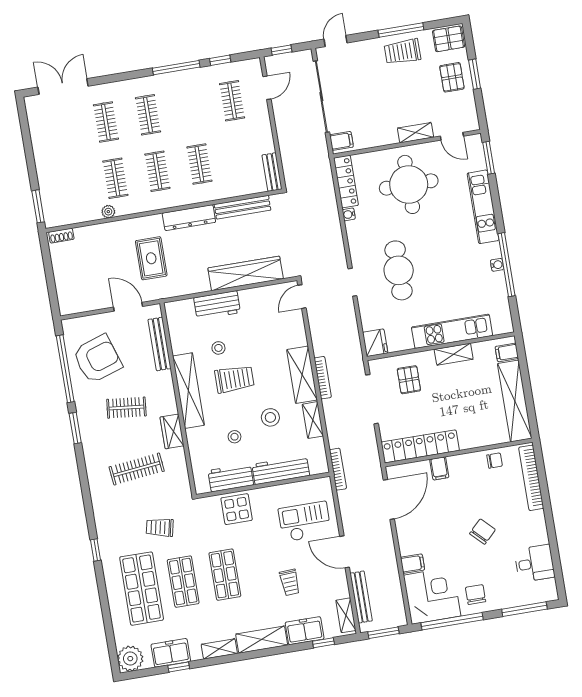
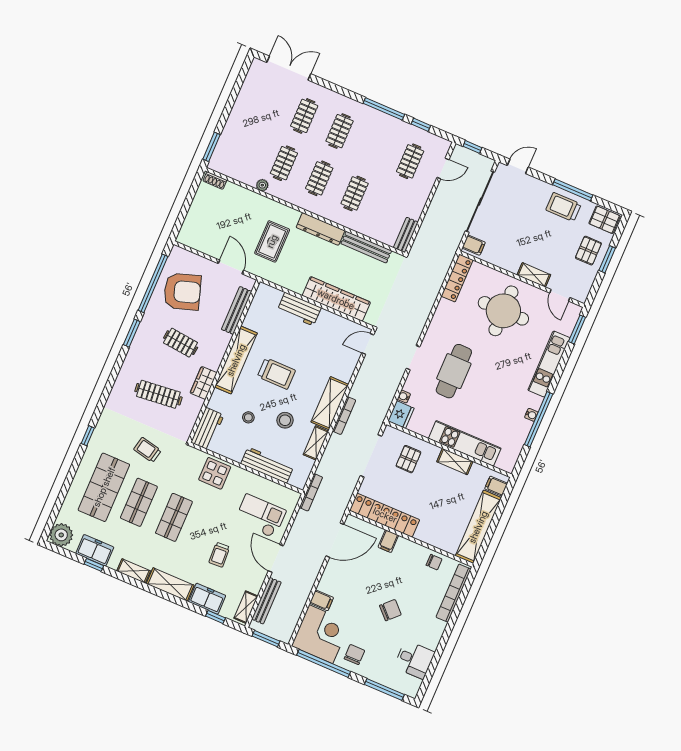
water cooler: (349, 214) -> (404, 397), moved
stool: (218, 348) -> (279, 342), removed
workbench: (231, 478) -> (207, 429), moved, turned 90

